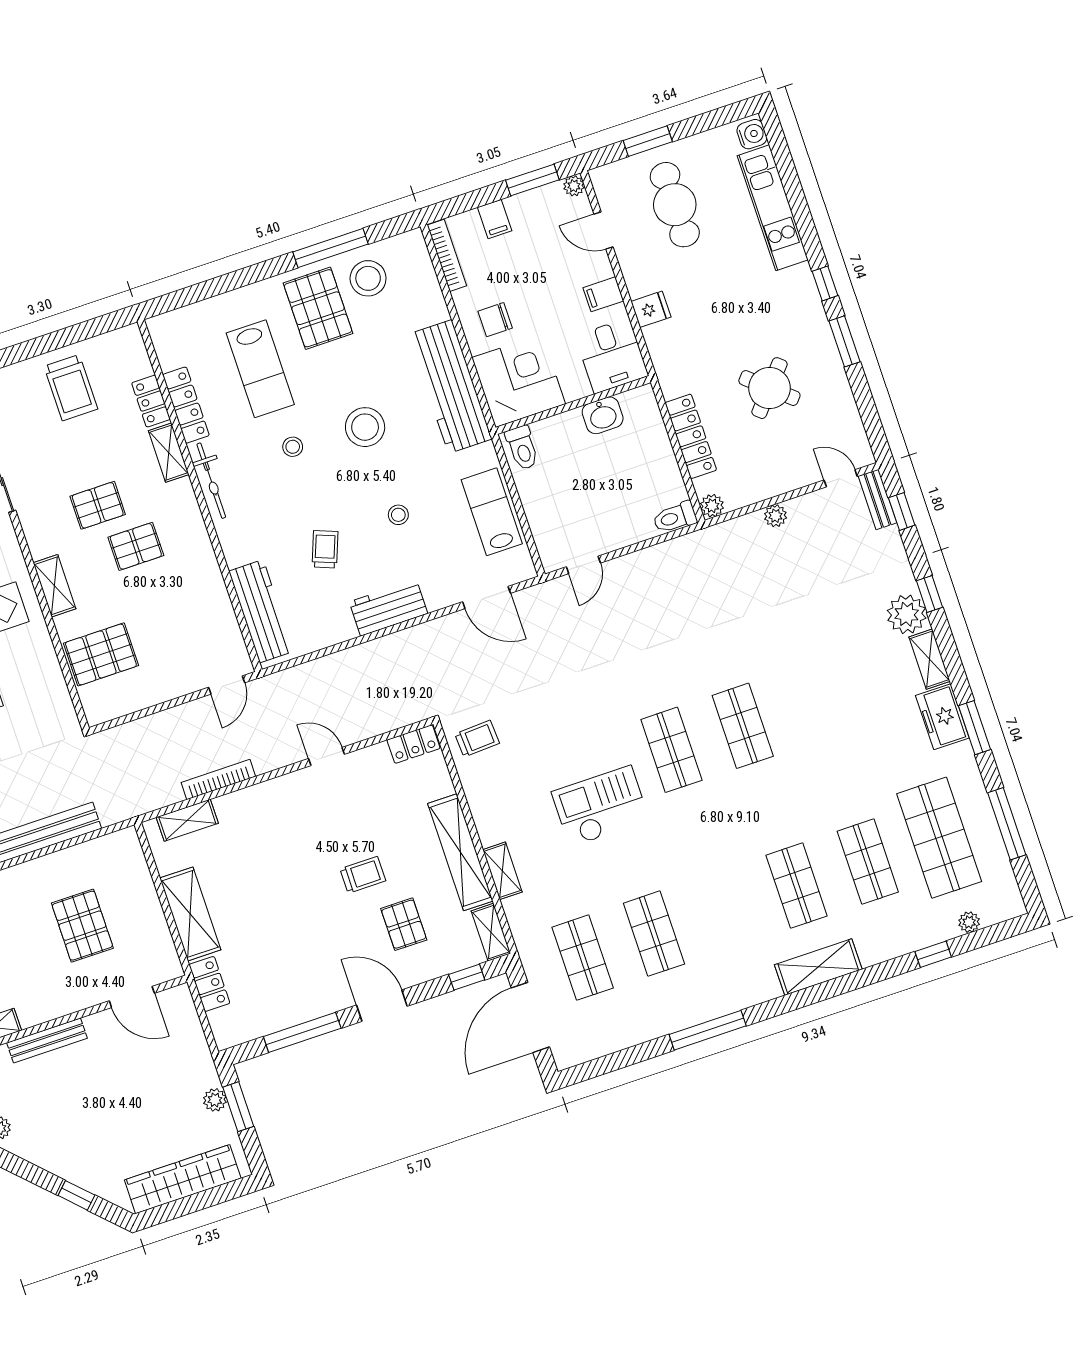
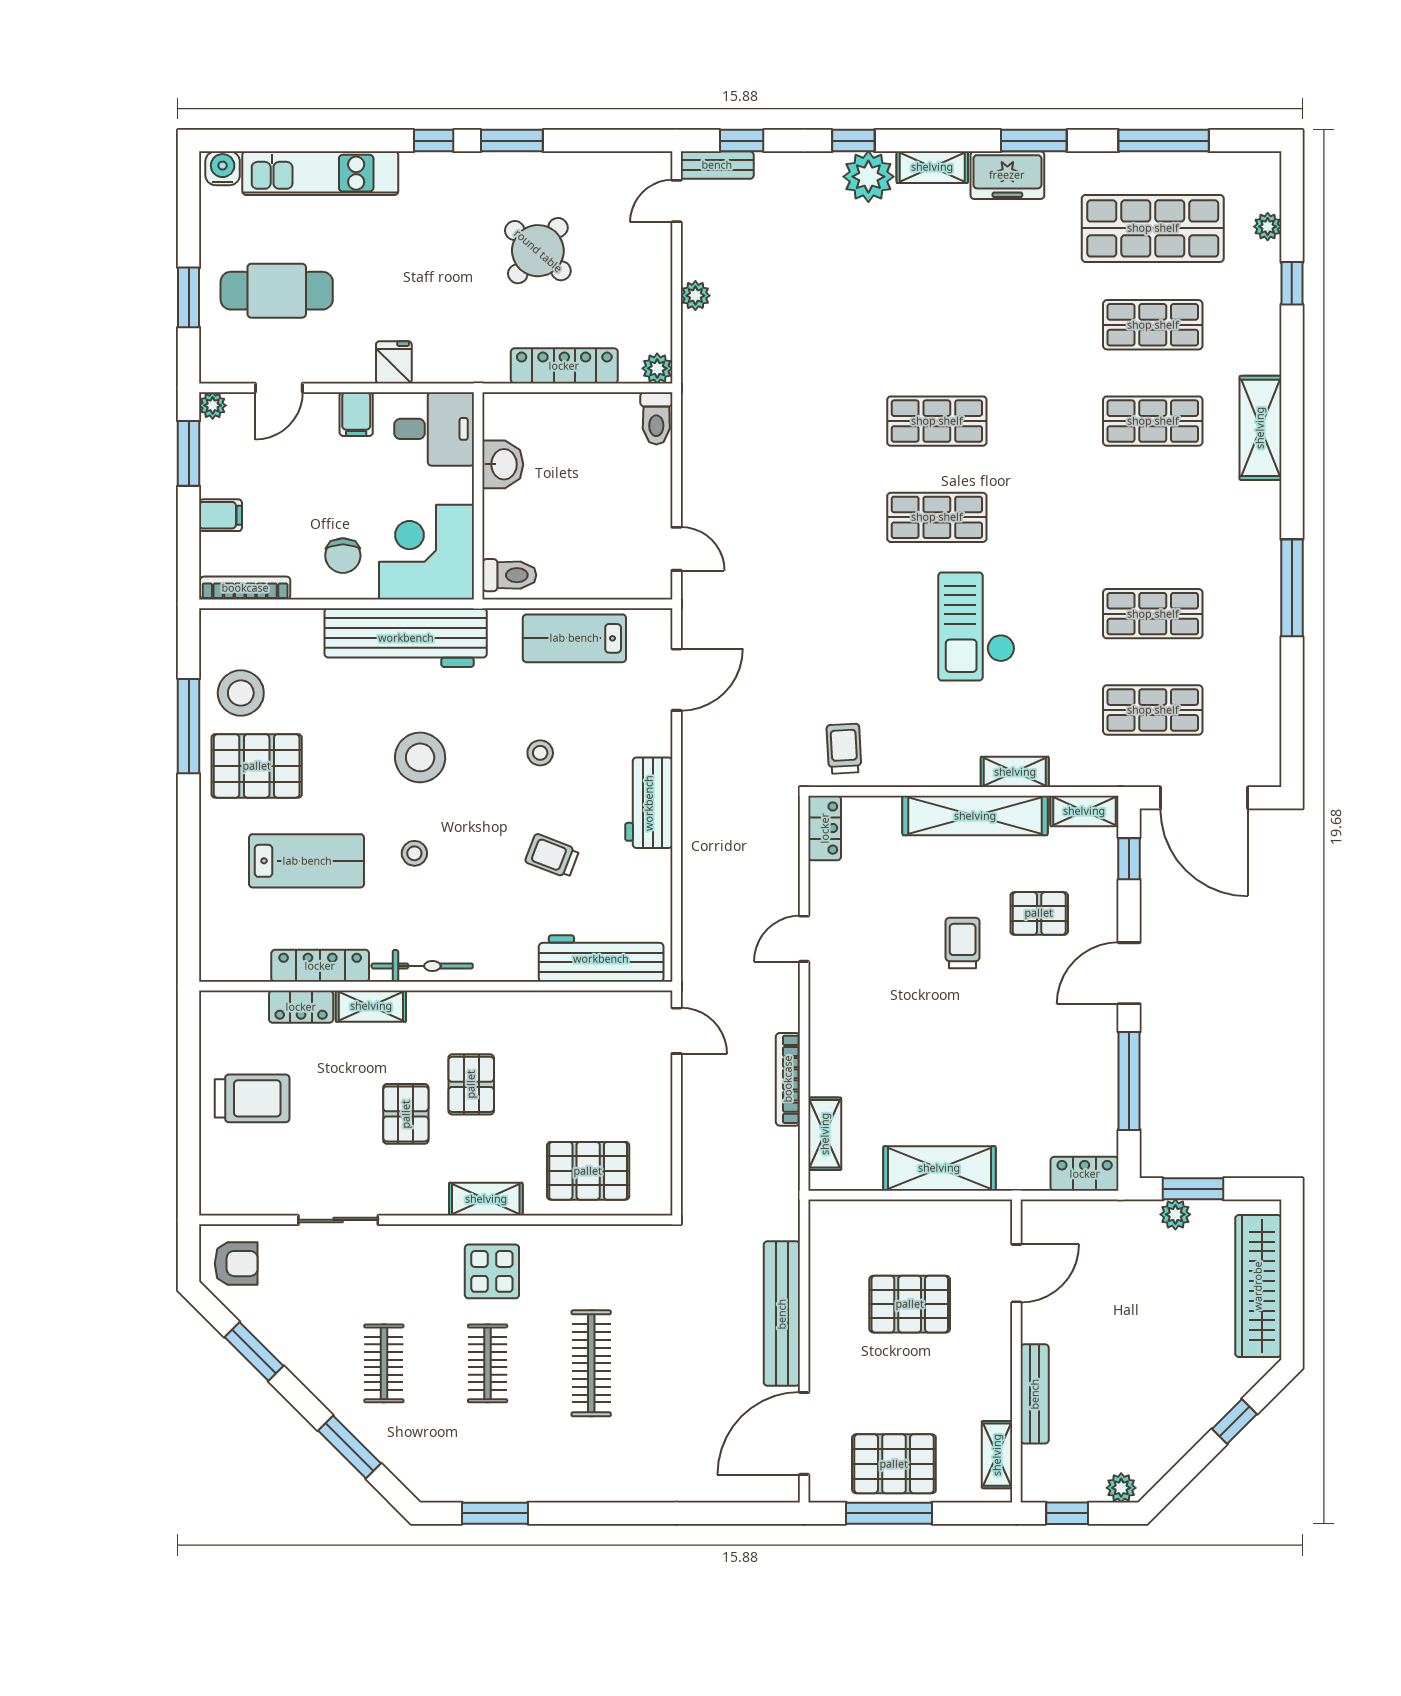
pallet: (101, 654) -> (588, 1171), turned 90
locker: (209, 984) -> (1085, 1174), moved

